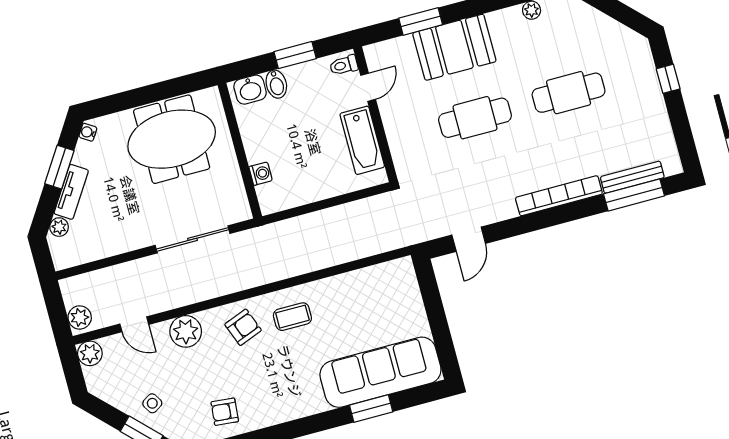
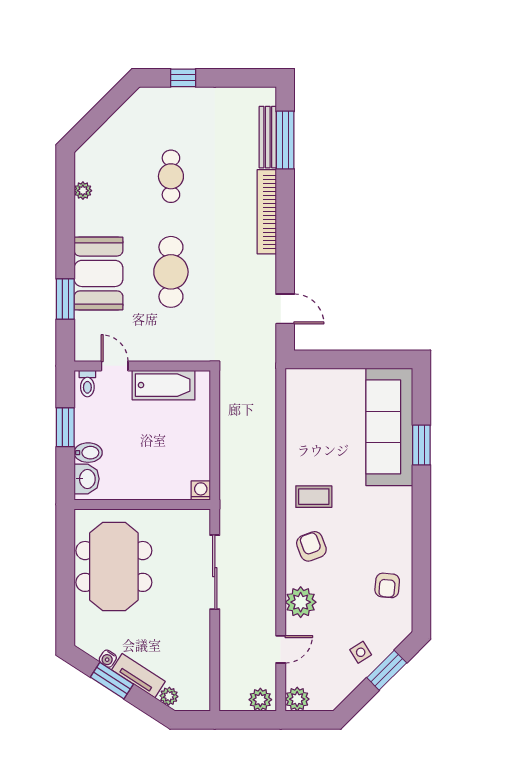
cafe table: (569, 93) -> (171, 176), width x0.73, depth x0.74
water cooler: (88, 132) -> (108, 659), moved
washing machine: (261, 174) -> (201, 490), moved
coffee table: (292, 317) -> (314, 497), turned 90

